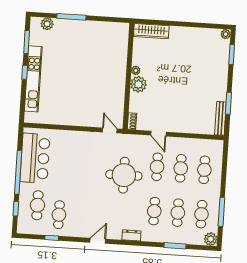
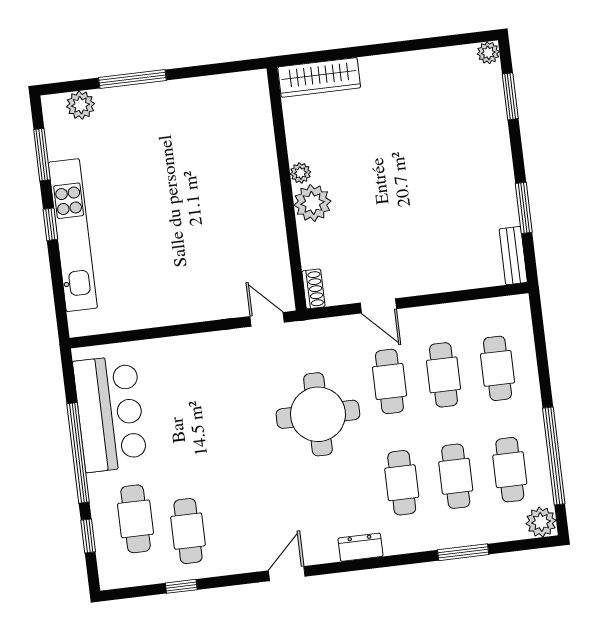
bench: (220, 118) -> (513, 256), width x0.73
window: (221, 212) -> (554, 456), width x1.46

